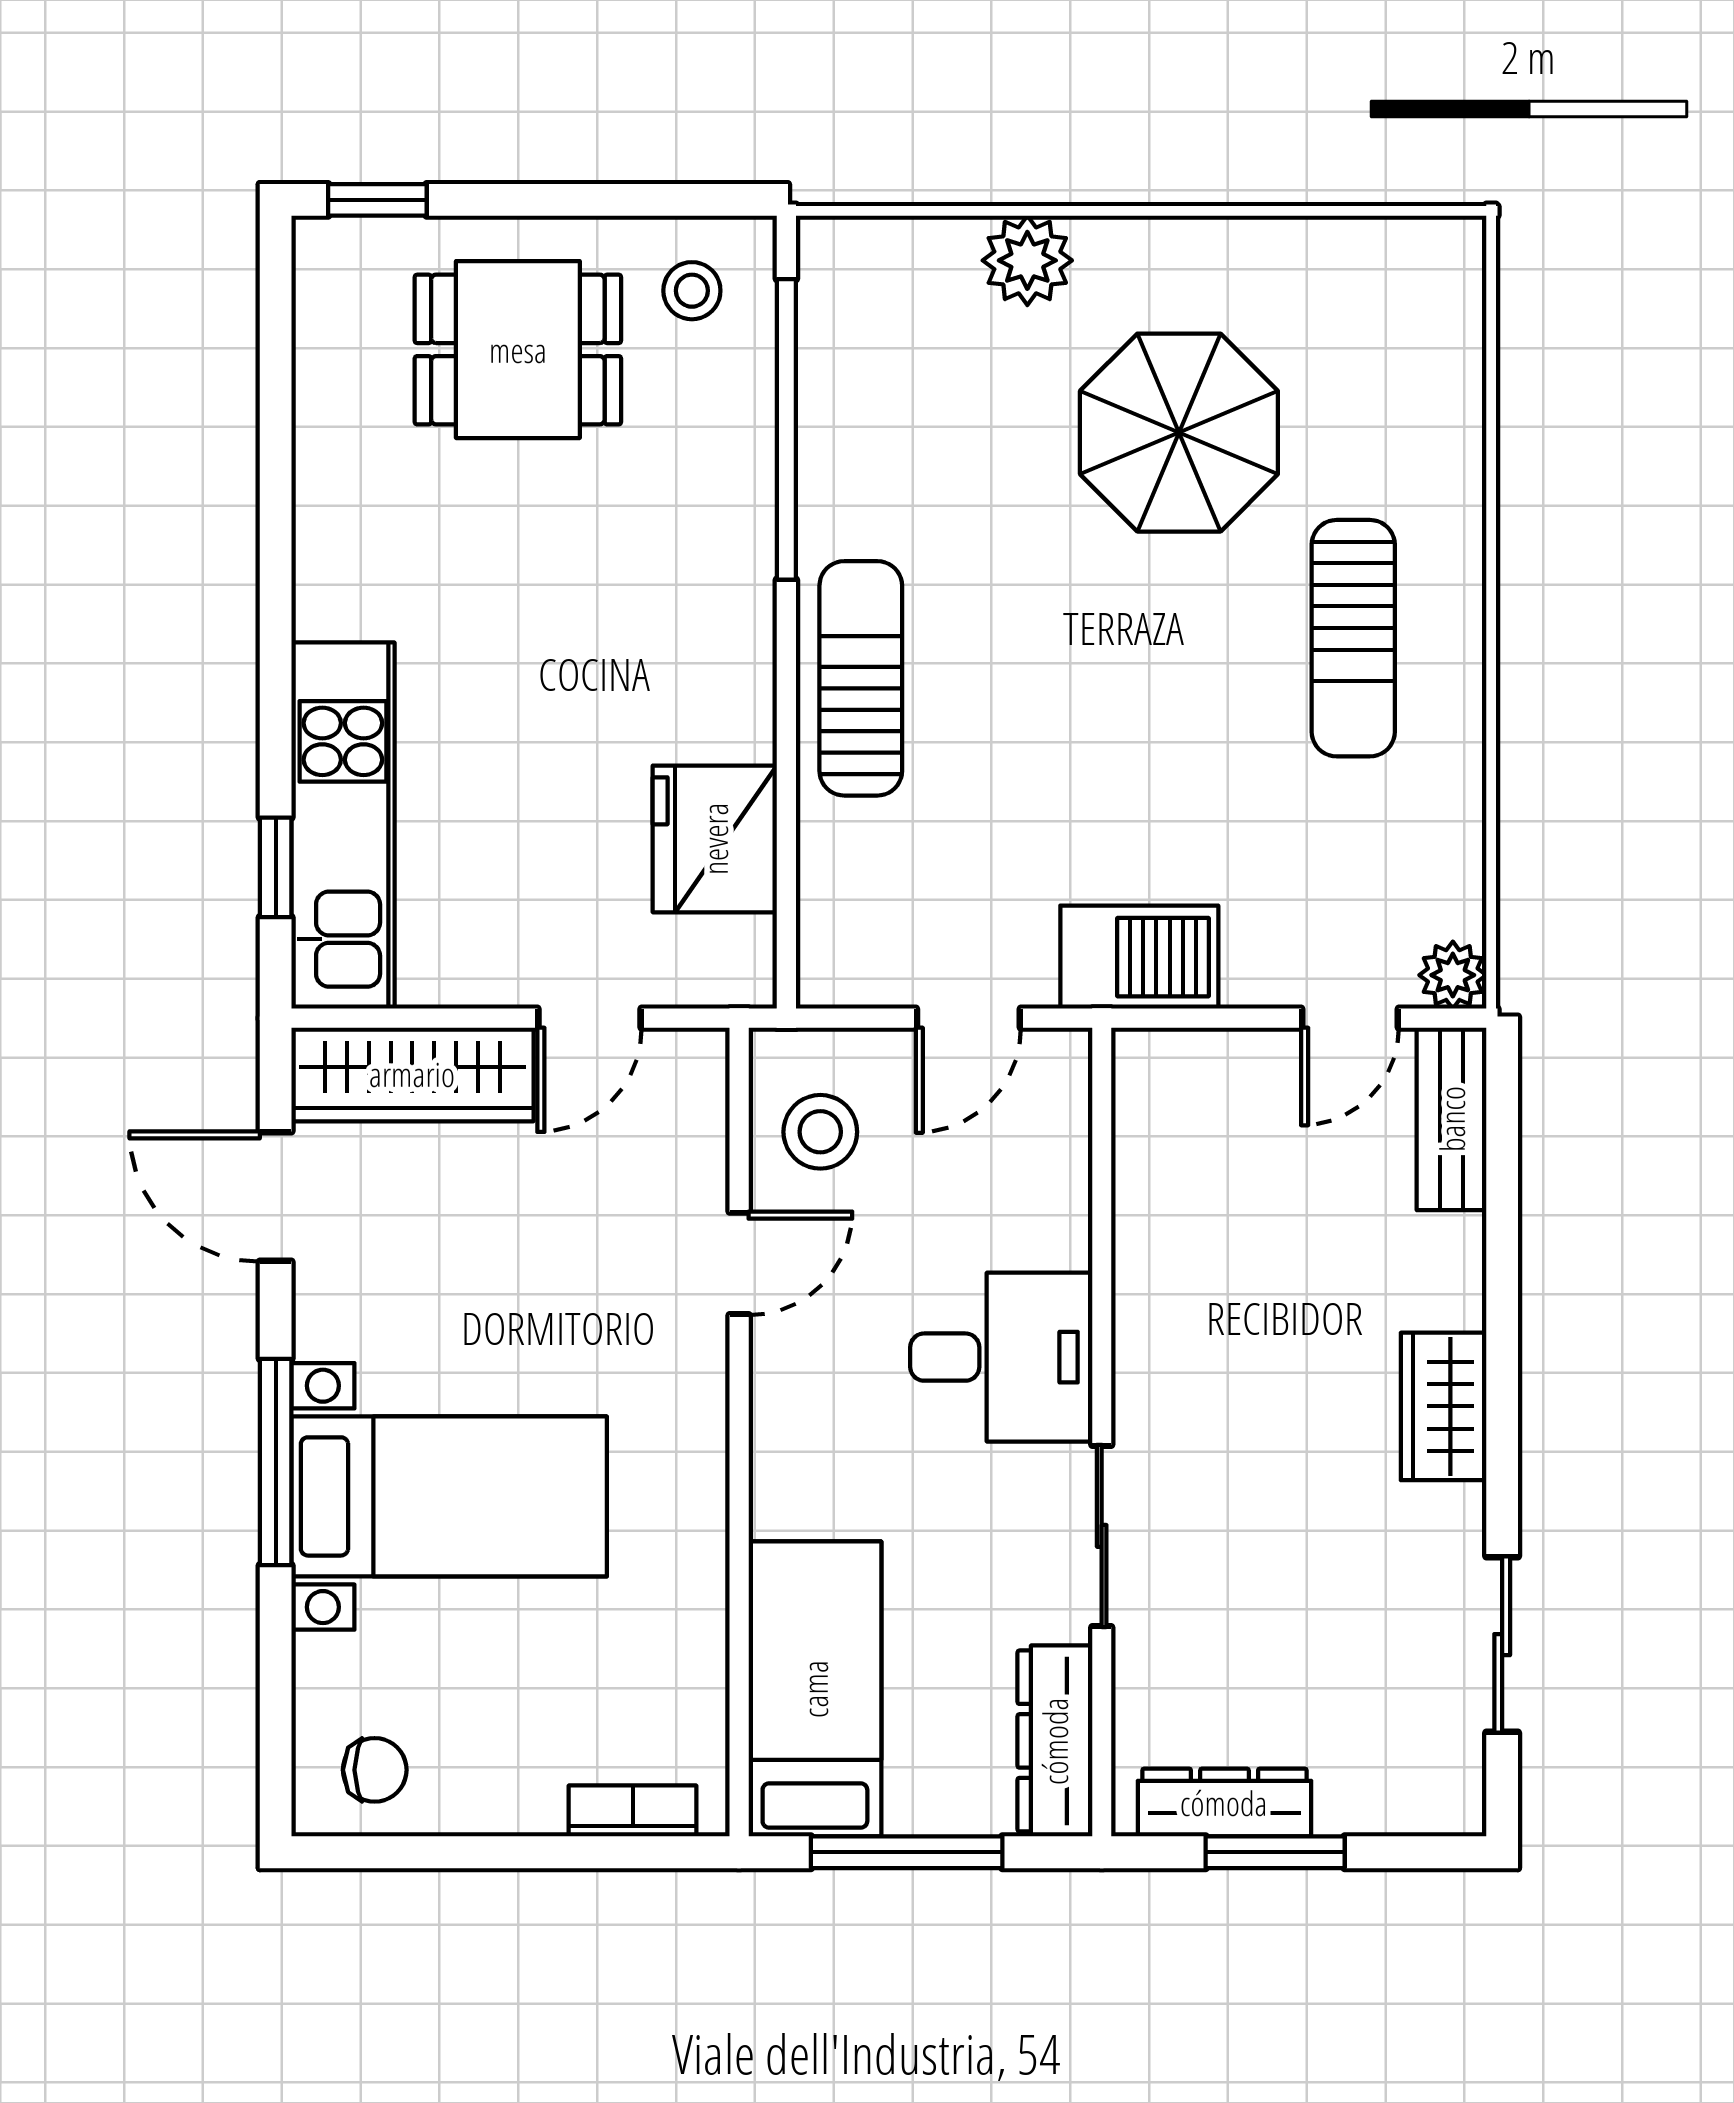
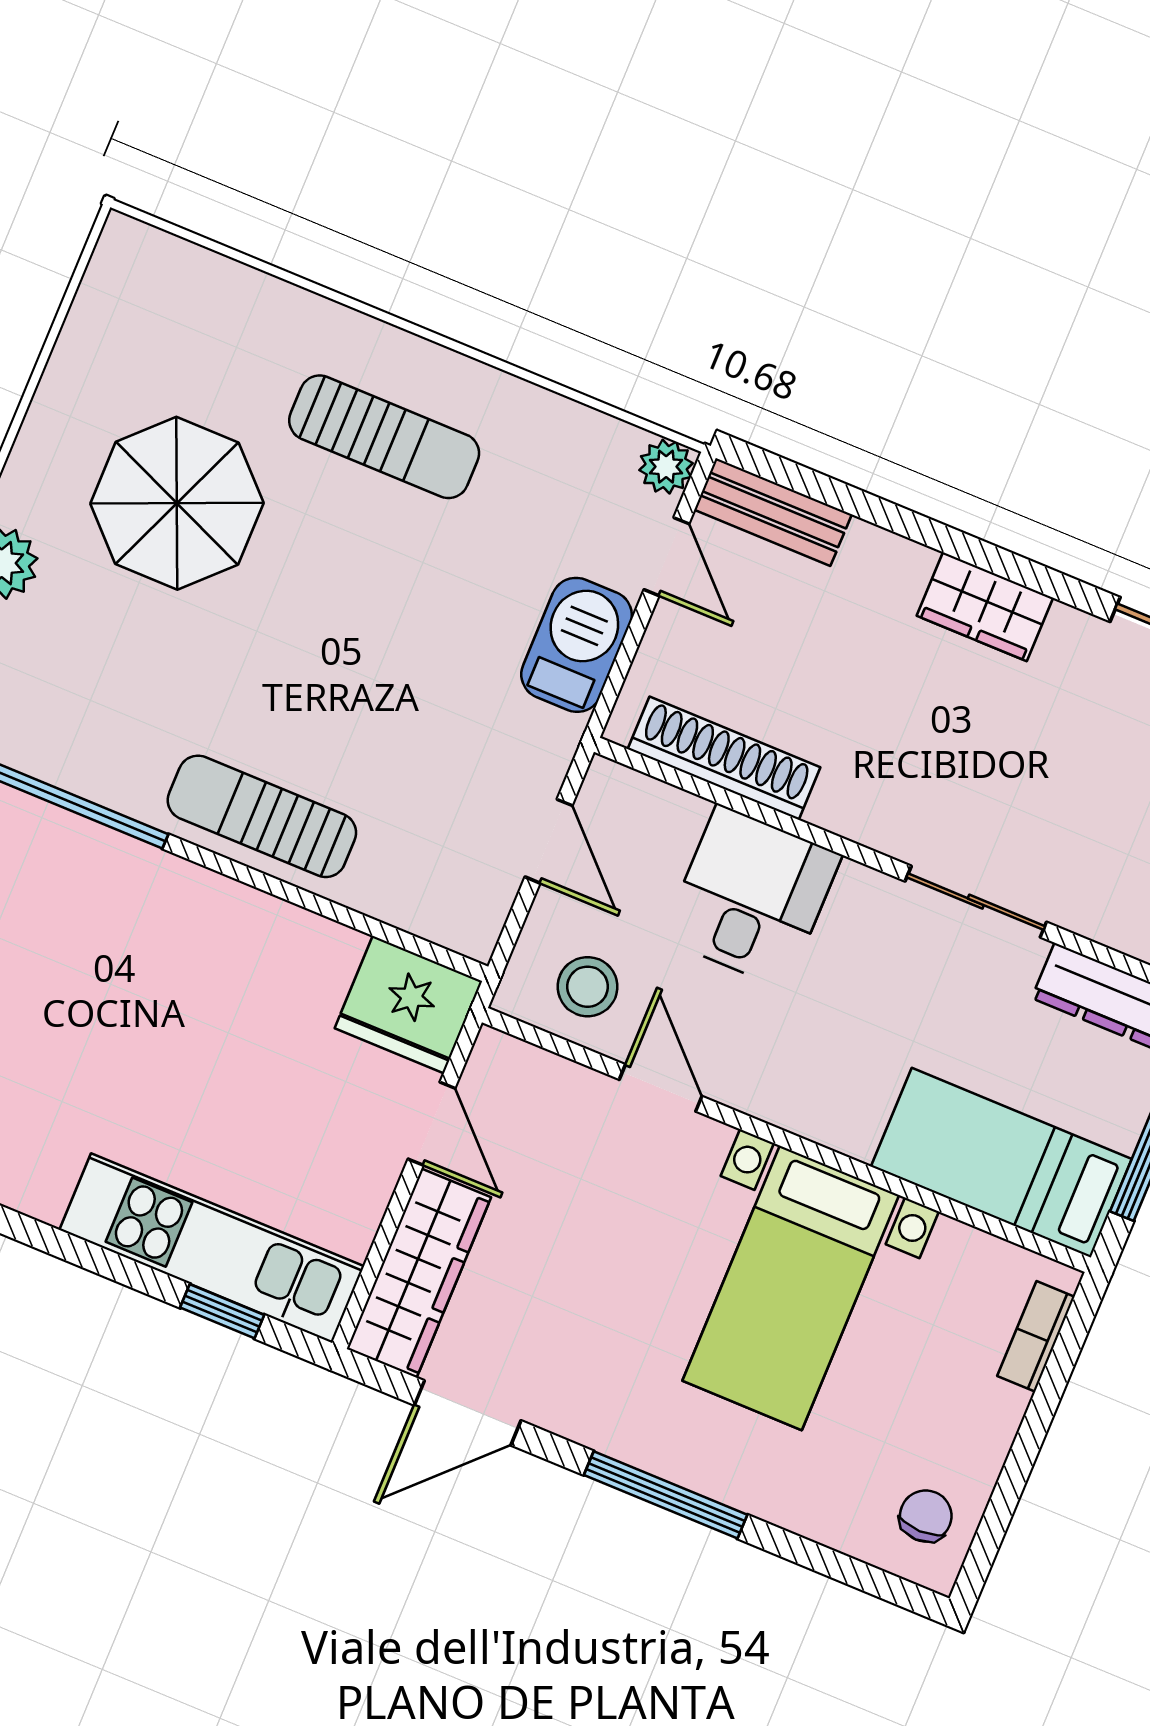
fridge: (715, 839) -> (408, 1005), moved
barbecue: (1139, 957) -> (577, 645), moved
shoe rack: (1147, 1180) -> (724, 758), added
desk: (1001, 1357) -> (752, 897), moved
bed with nightstands: (449, 1496) -> (791, 1288), moved, turned 180

